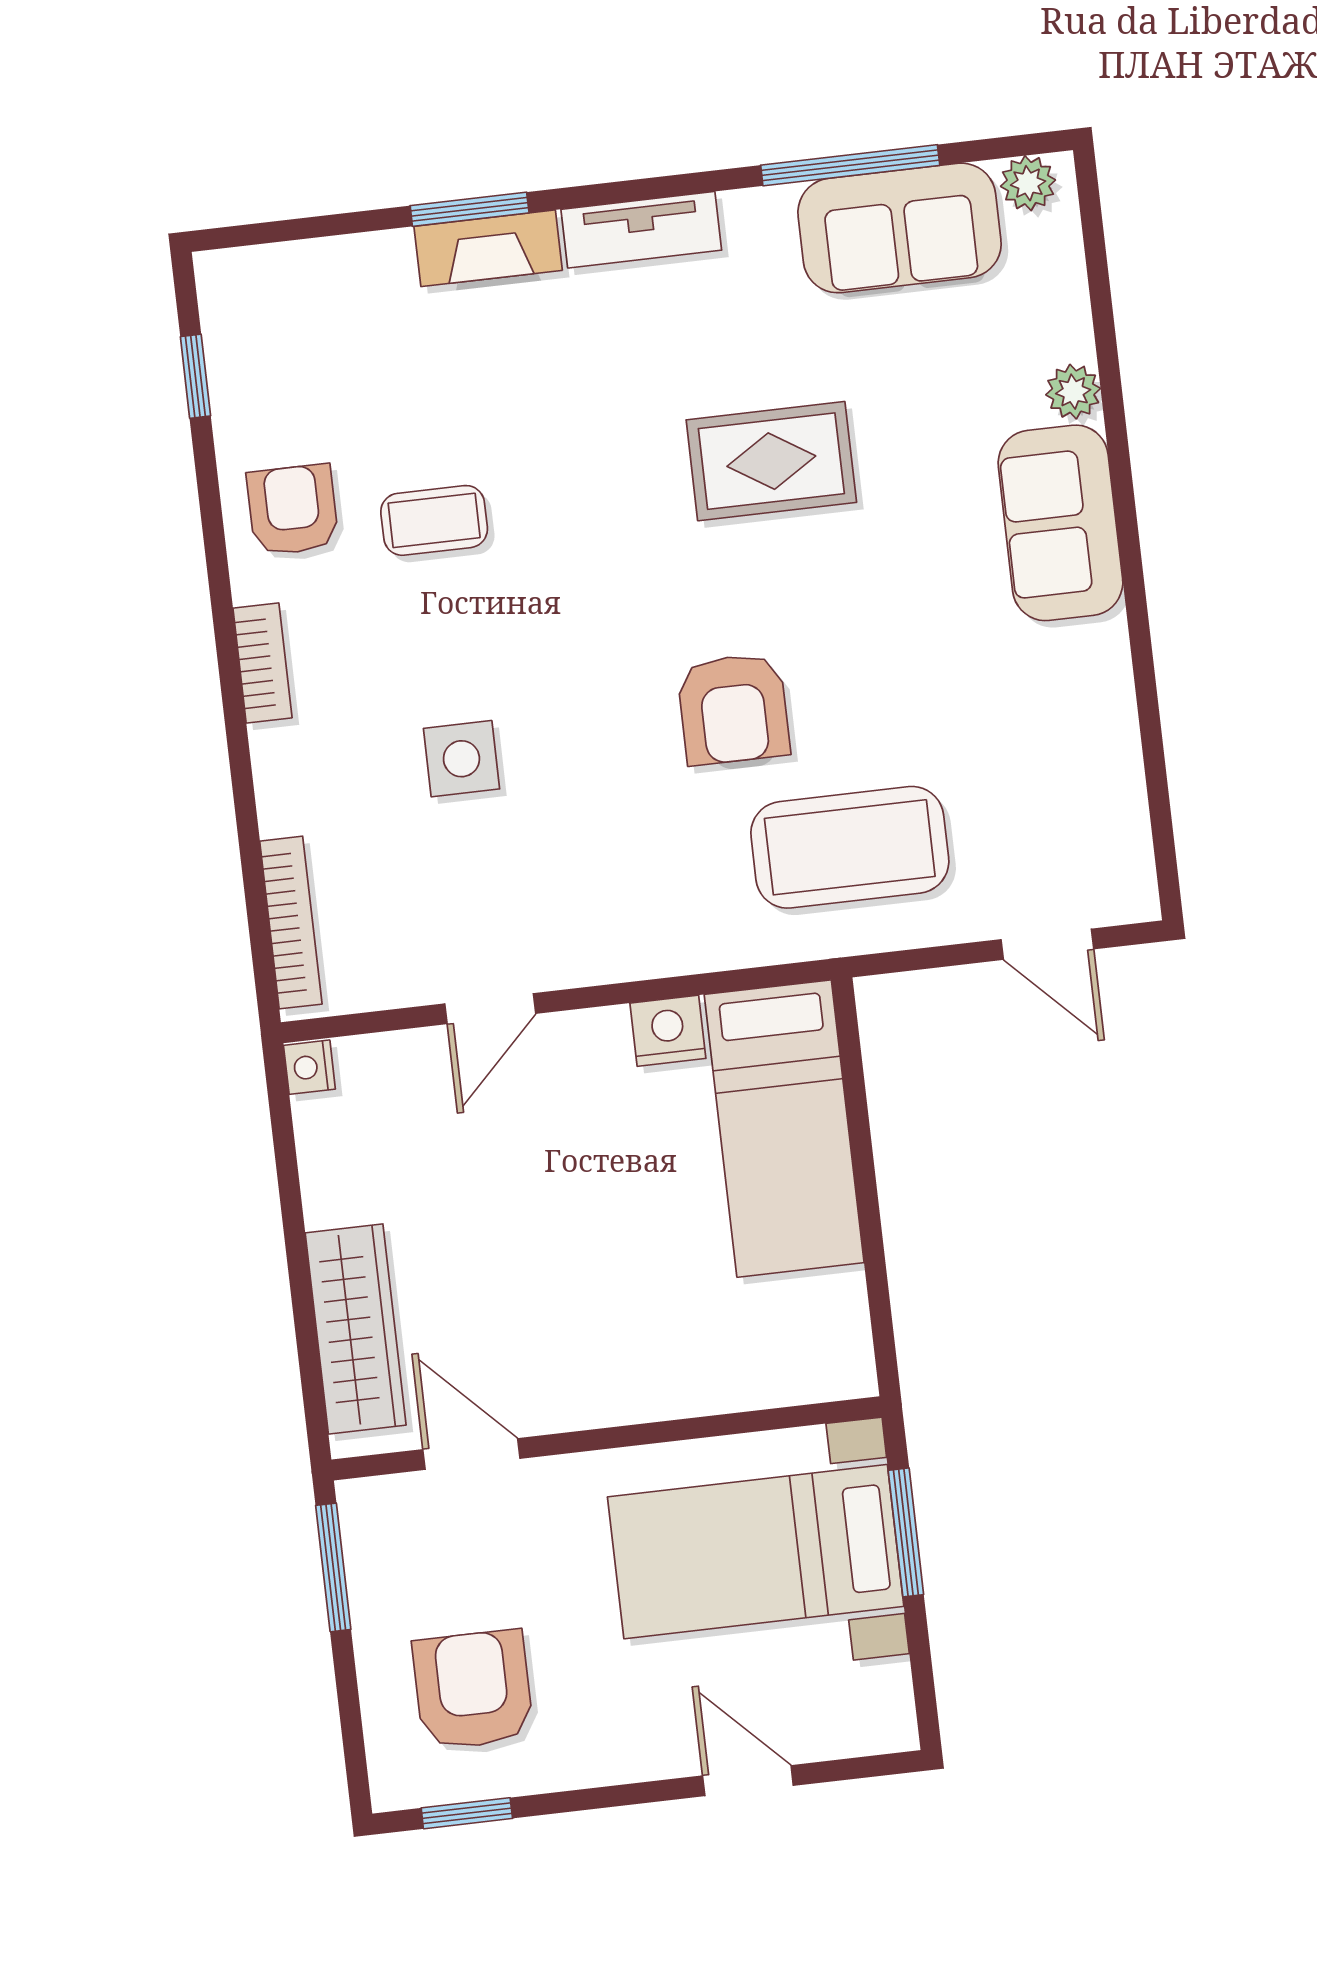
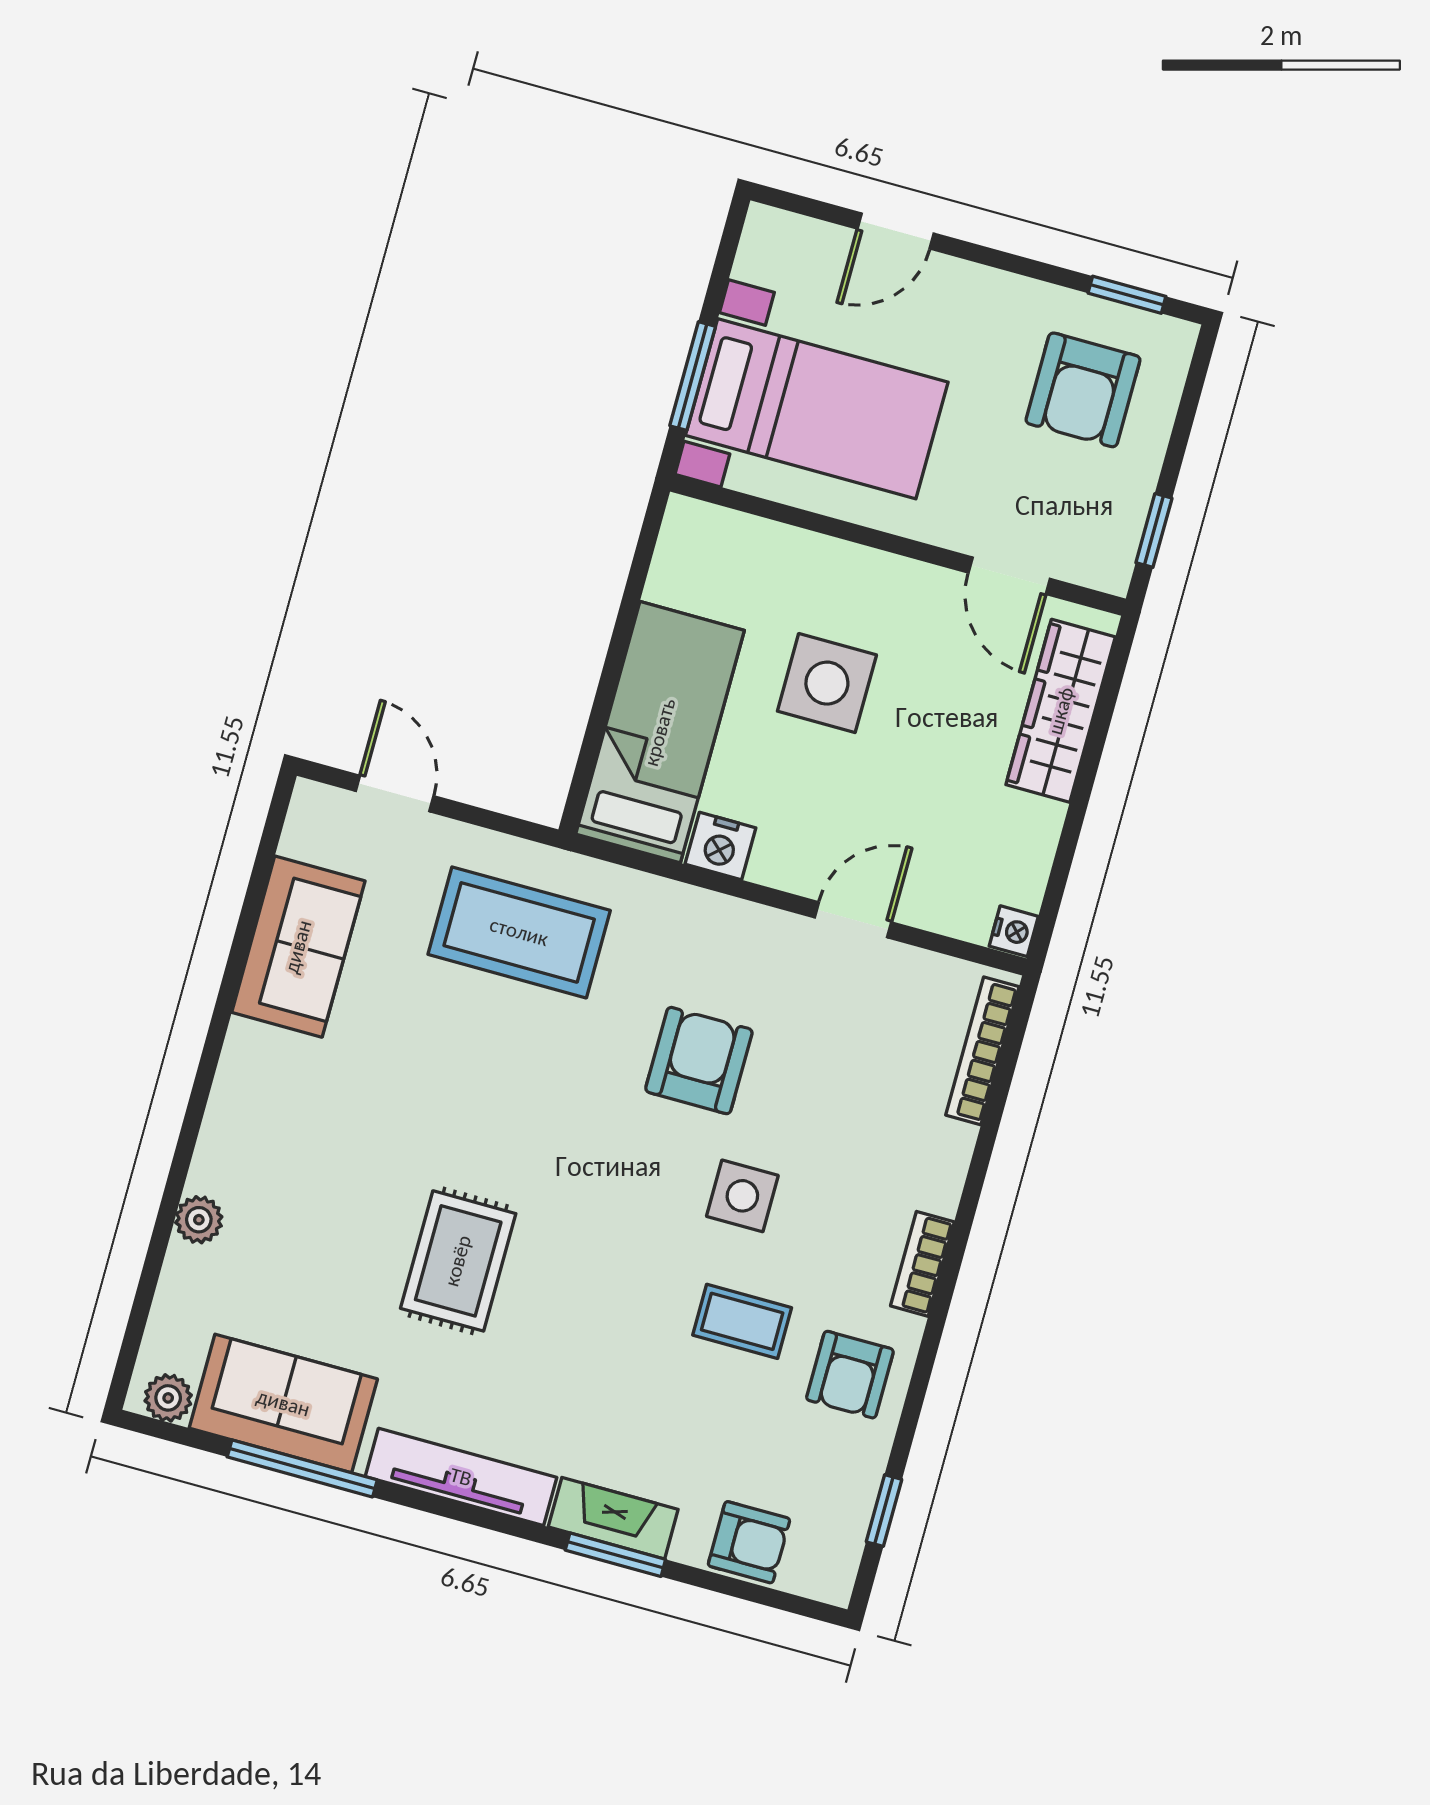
tv unit: (641, 230) -> (461, 1477), width x1.41
armchair: (329, 282) -> (749, 1542), added
rug: (771, 461) -> (458, 1261), turned 90
sofa: (1060, 523) -> (298, 947), moved
armchair: (733, 709) -> (699, 1061), moved
side table: (461, 759) -> (742, 1196), moved
side table: (623, 1256) -> (827, 683), added
window: (333, 1567) -> (1154, 530), width x0.67
door: (748, 1781) -> (896, 231), hinge flipped

